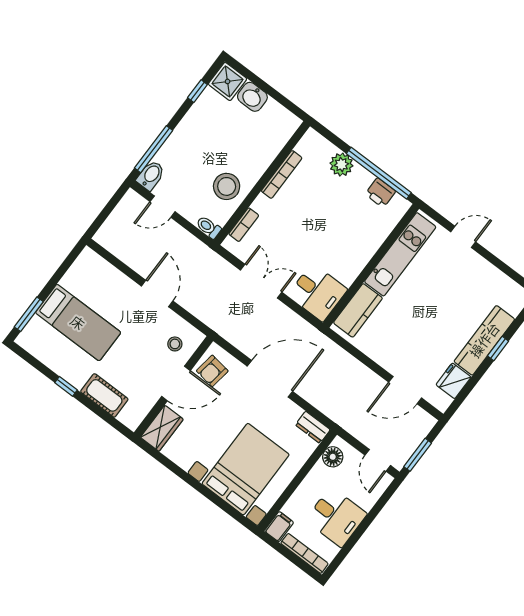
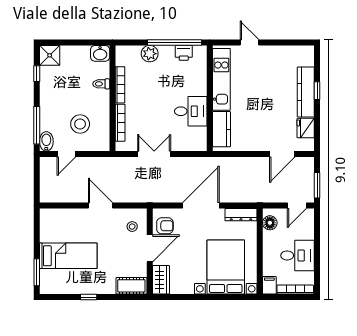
washbasin: (252, 97) -> (100, 53), moved
stool: (227, 186) -> (80, 124), moved
bookcase: (244, 225) -> (120, 123), width x1.56
toilet: (209, 227) -> (101, 84), moved
door: (463, 237) -> (250, 42), hinge flipped
desk: (317, 292) -> (191, 111), moved
armchair: (212, 371) -> (165, 226), turned -98
cot: (104, 395) -> (131, 286), moved
dresser: (313, 427) -> (241, 215), width x1.44
door: (378, 460) -> (297, 206), hinge flipped

